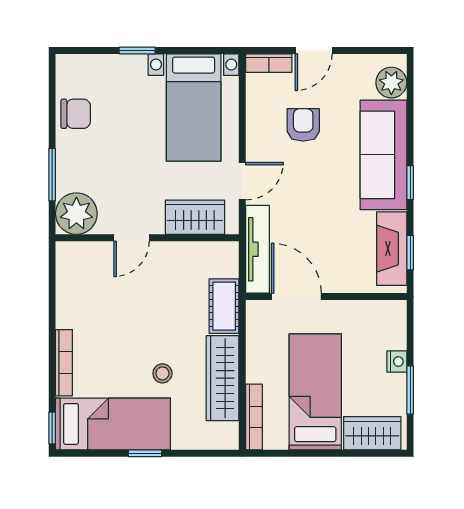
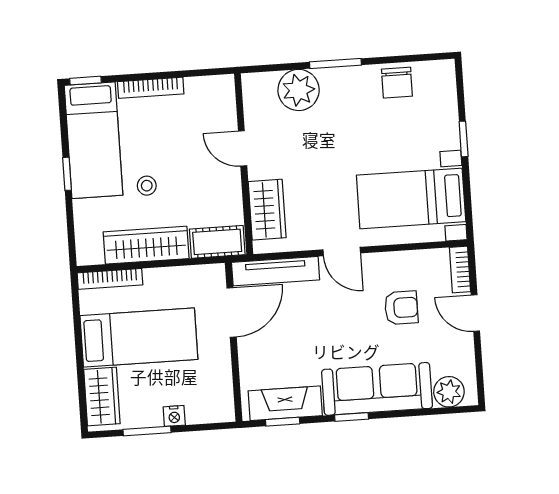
wardrobe: (195, 217) -> (267, 210), moved
door: (132, 238) -> (243, 148), moved
wall: (147, 238) -> (244, 164), moved

